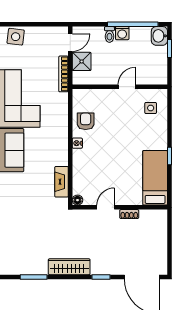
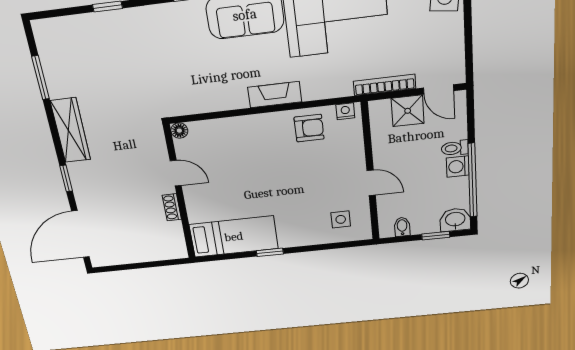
bidet: (161, 70) -> (402, 227), added
nightstand: (77, 143) -> (345, 111), moved
fireplace: (62, 182) -> (275, 95), moved

